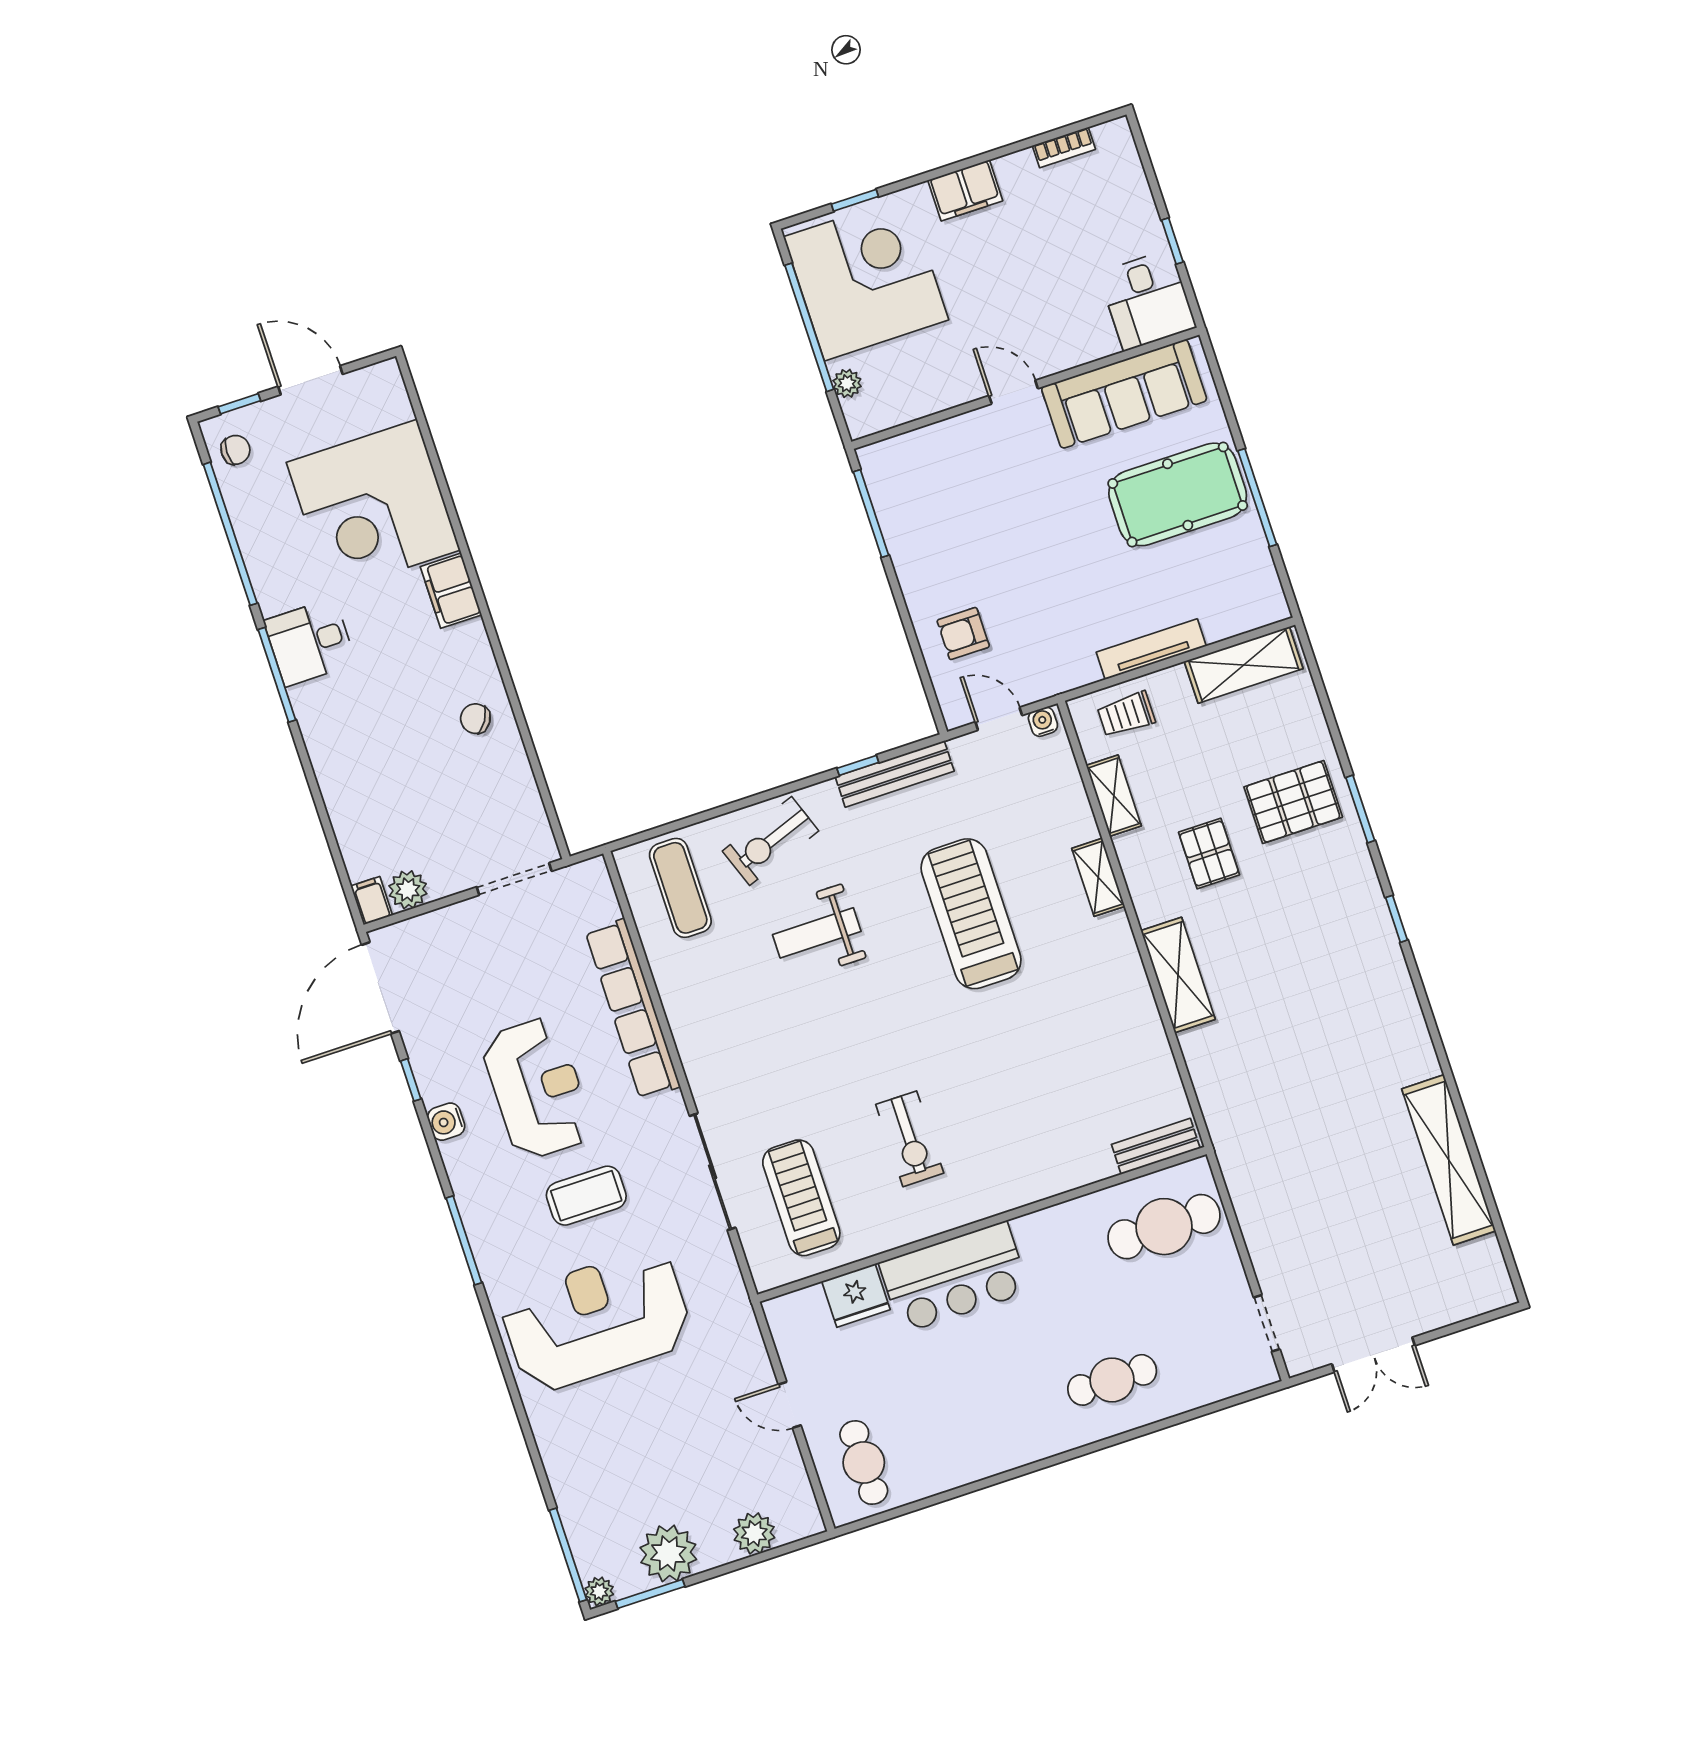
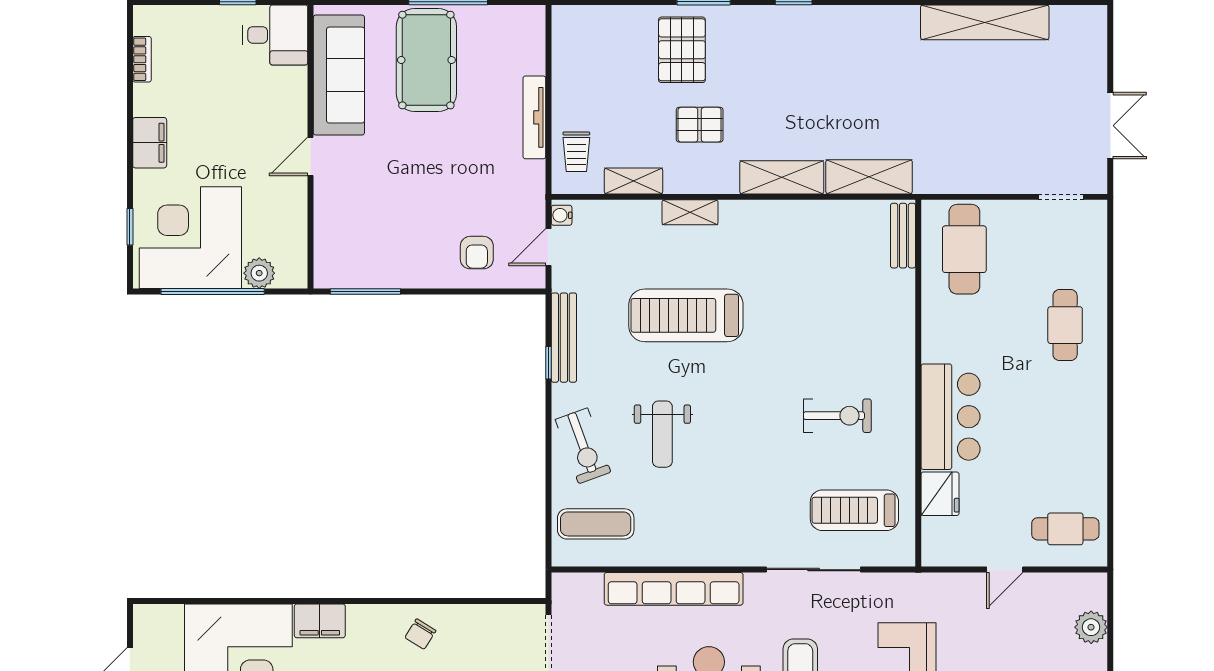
plant: (847, 383) -> (259, 273), width x1.38, depth x1.38
shelving: (1244, 665) -> (869, 177), moved, turned 90

